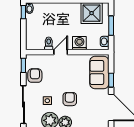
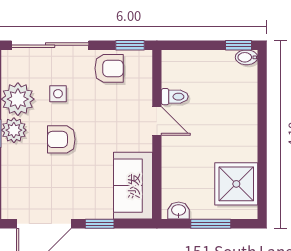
washing machine: (79, 43) -> (175, 159), removed
sofa: (99, 73) -> (133, 186), moved, turned -90
armchair: (70, 99) -> (61, 139), turned 180

